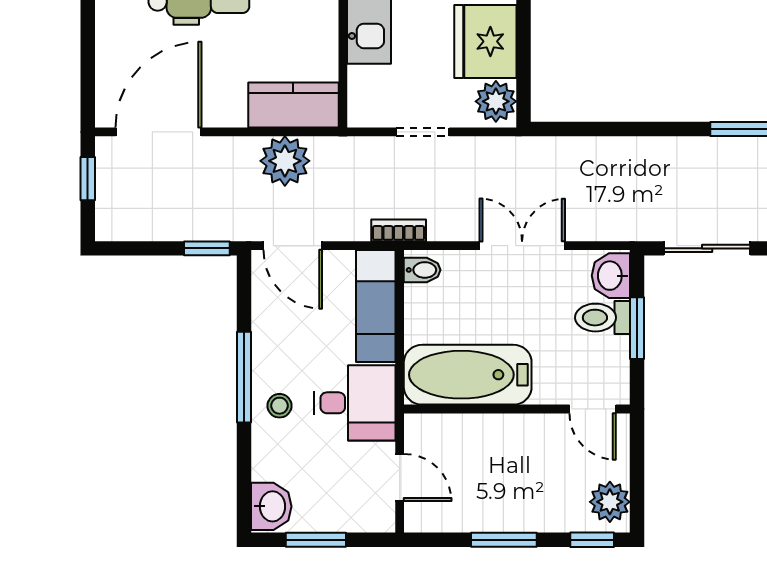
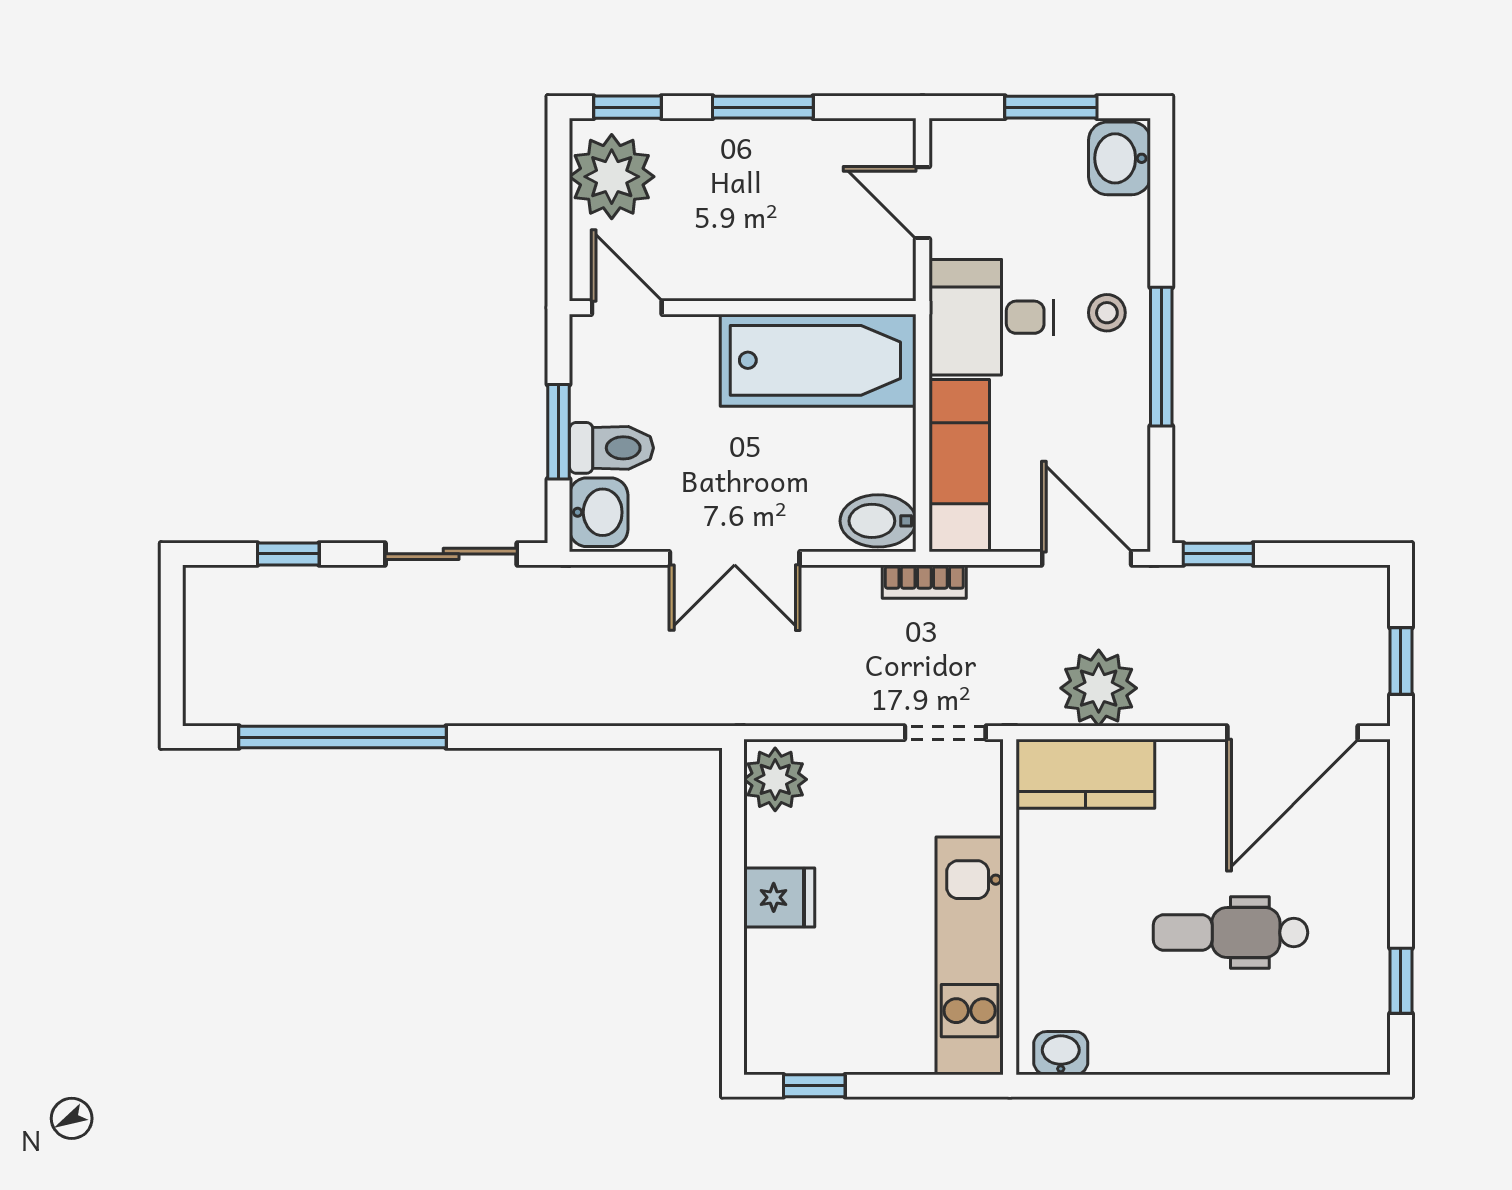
fridge: (485, 41) -> (779, 897), width x0.53, depth x0.75
doorway: (423, 132) -> (945, 733), moved
bidet: (422, 270) -> (878, 521), width x1.38, depth x1.36
plant: (610, 502) -> (612, 177), width x1.36, depth x1.36

